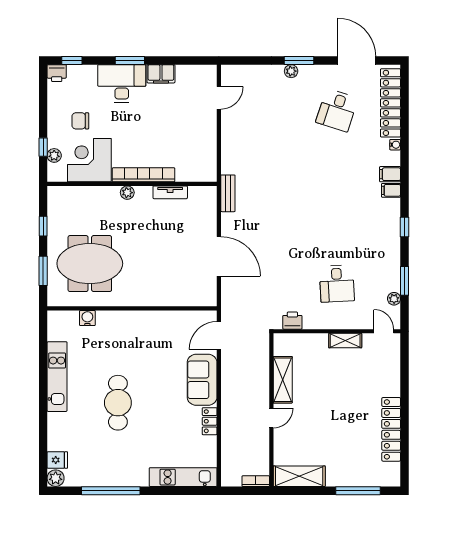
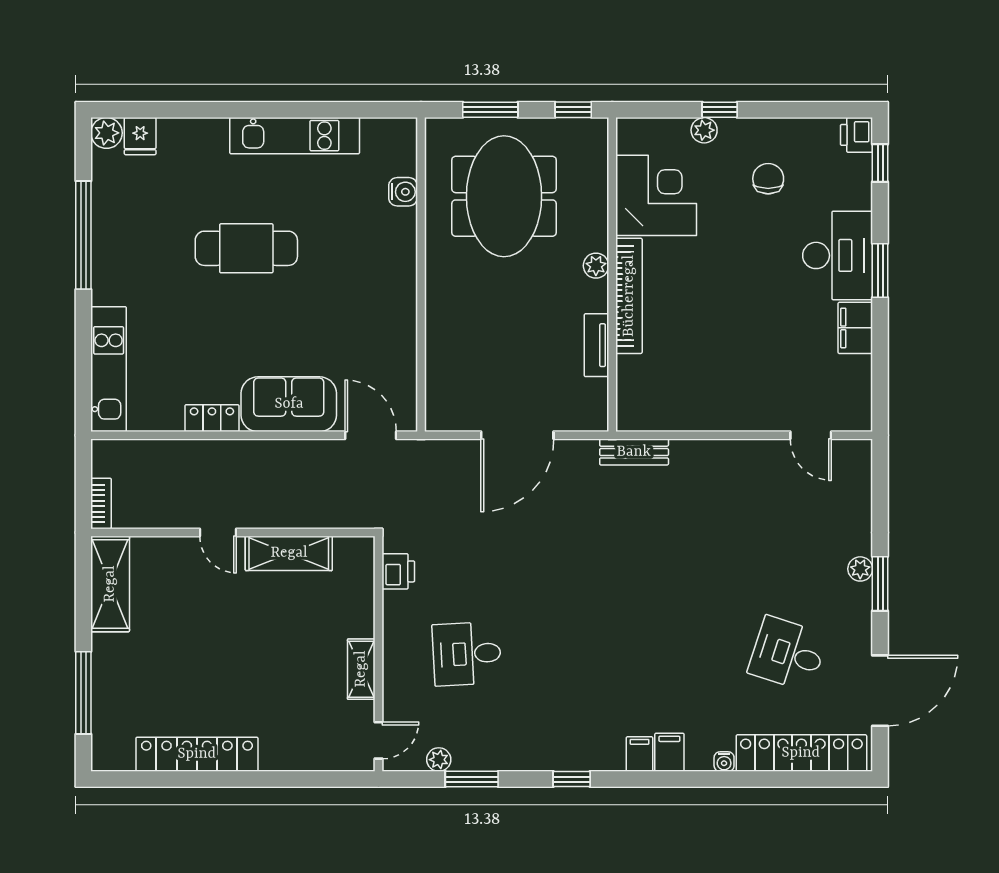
corner desk: (89, 160) -> (656, 195), moved
bookcase: (144, 175) -> (629, 296), moved
wall: (132, 184) -> (612, 275), moved
tv unit: (170, 192) -> (596, 345), moved
plant: (127, 193) -> (596, 266), moved

